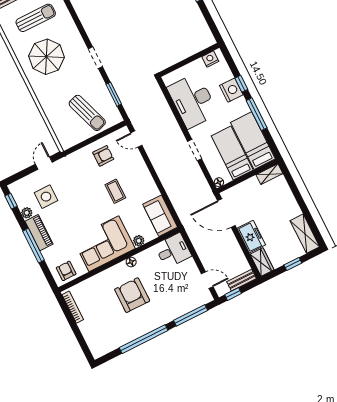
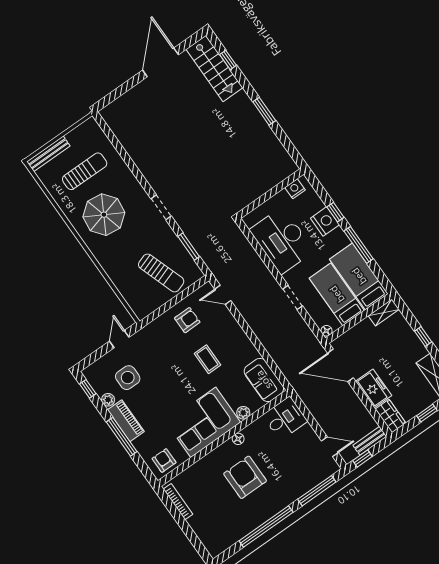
window: (299, 199) -> (423, 336), added

